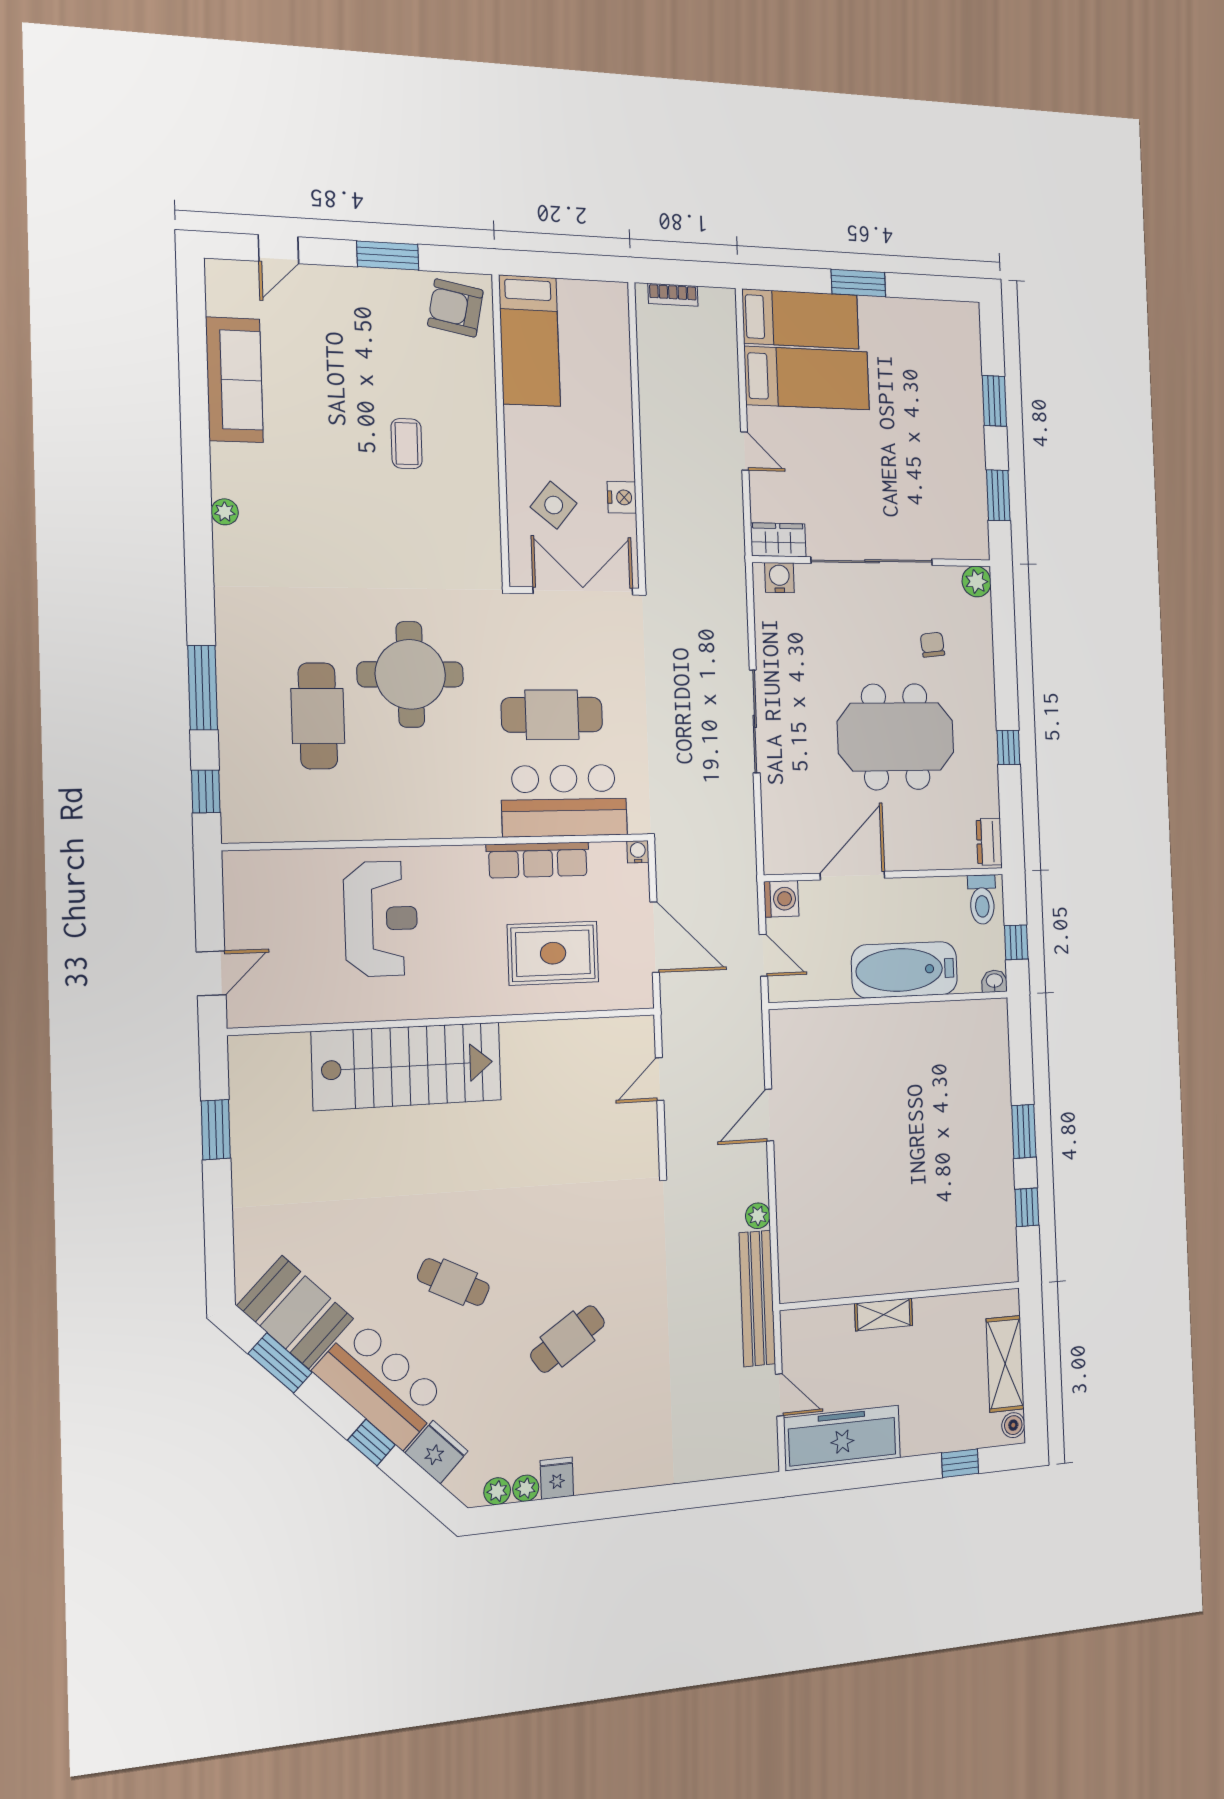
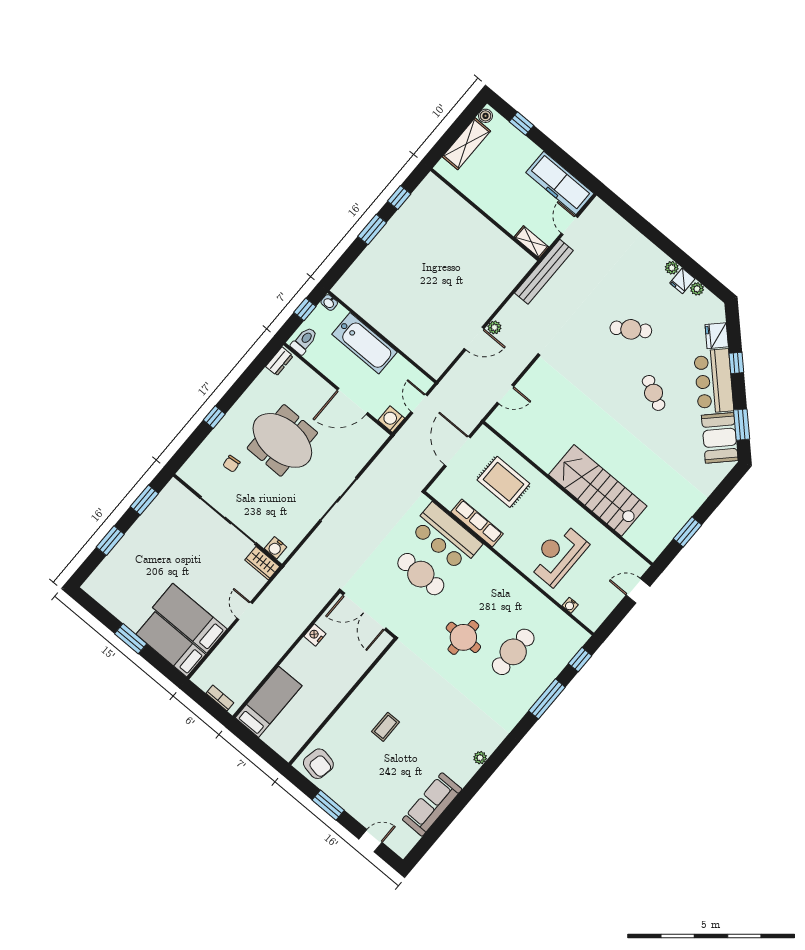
bed: (530, 341) -> (269, 702), moved
side table: (554, 505) -> (347, 655), removed
plant: (977, 581) -> (187, 473), removed
round table: (410, 674) -> (463, 637), width x0.73, depth x0.73
window: (1008, 747) -> (214, 417), moved
water cooler: (638, 852) -> (570, 605), moved
plant: (758, 1216) -> (494, 327), moved
shelving: (884, 1314) -> (532, 242), moved
plant: (497, 1491) -> (672, 268), moved

